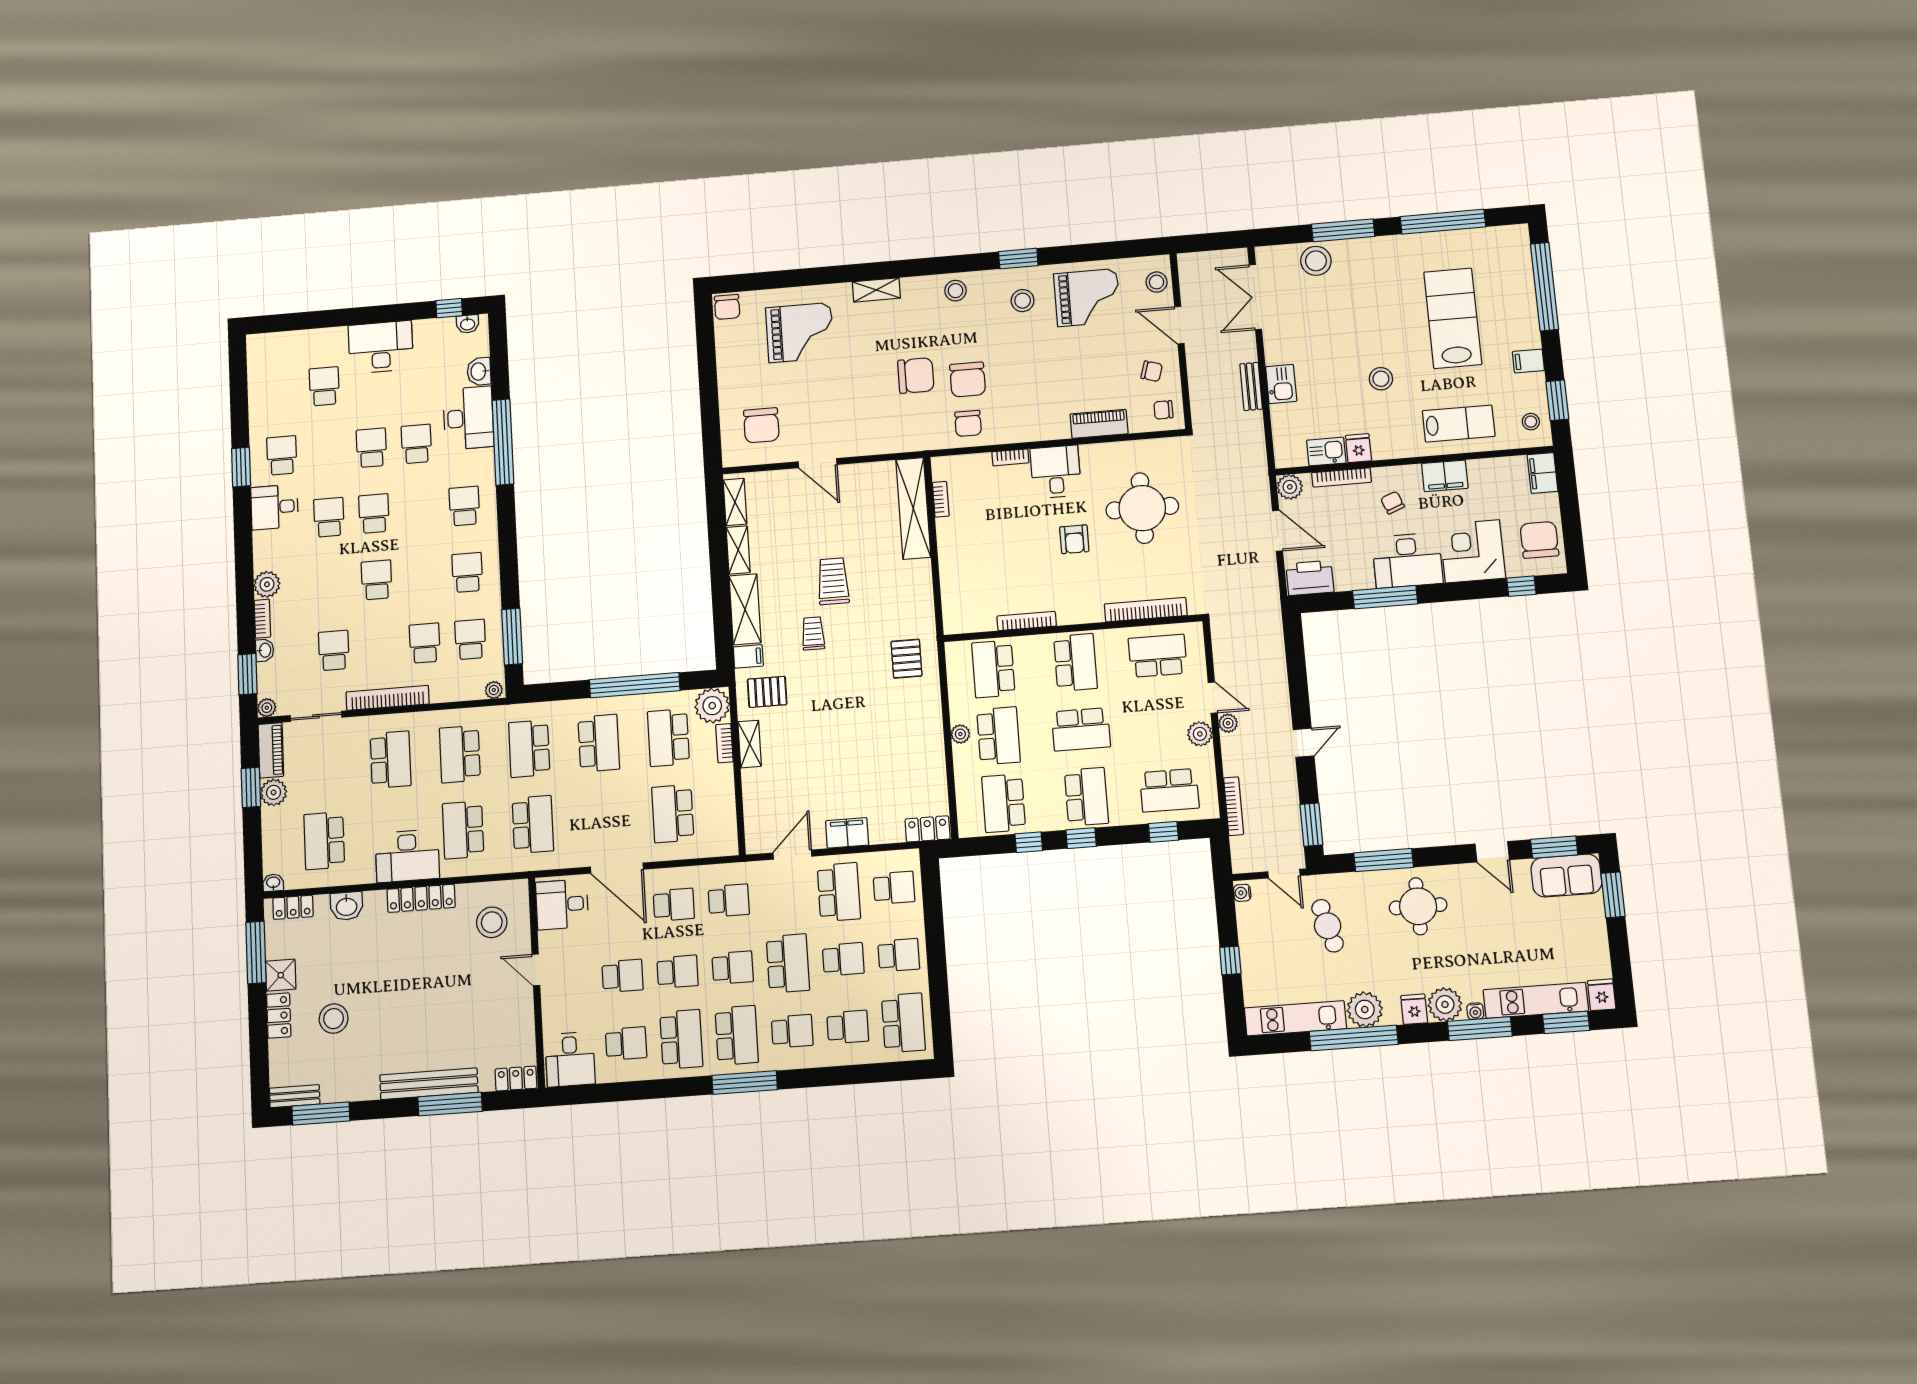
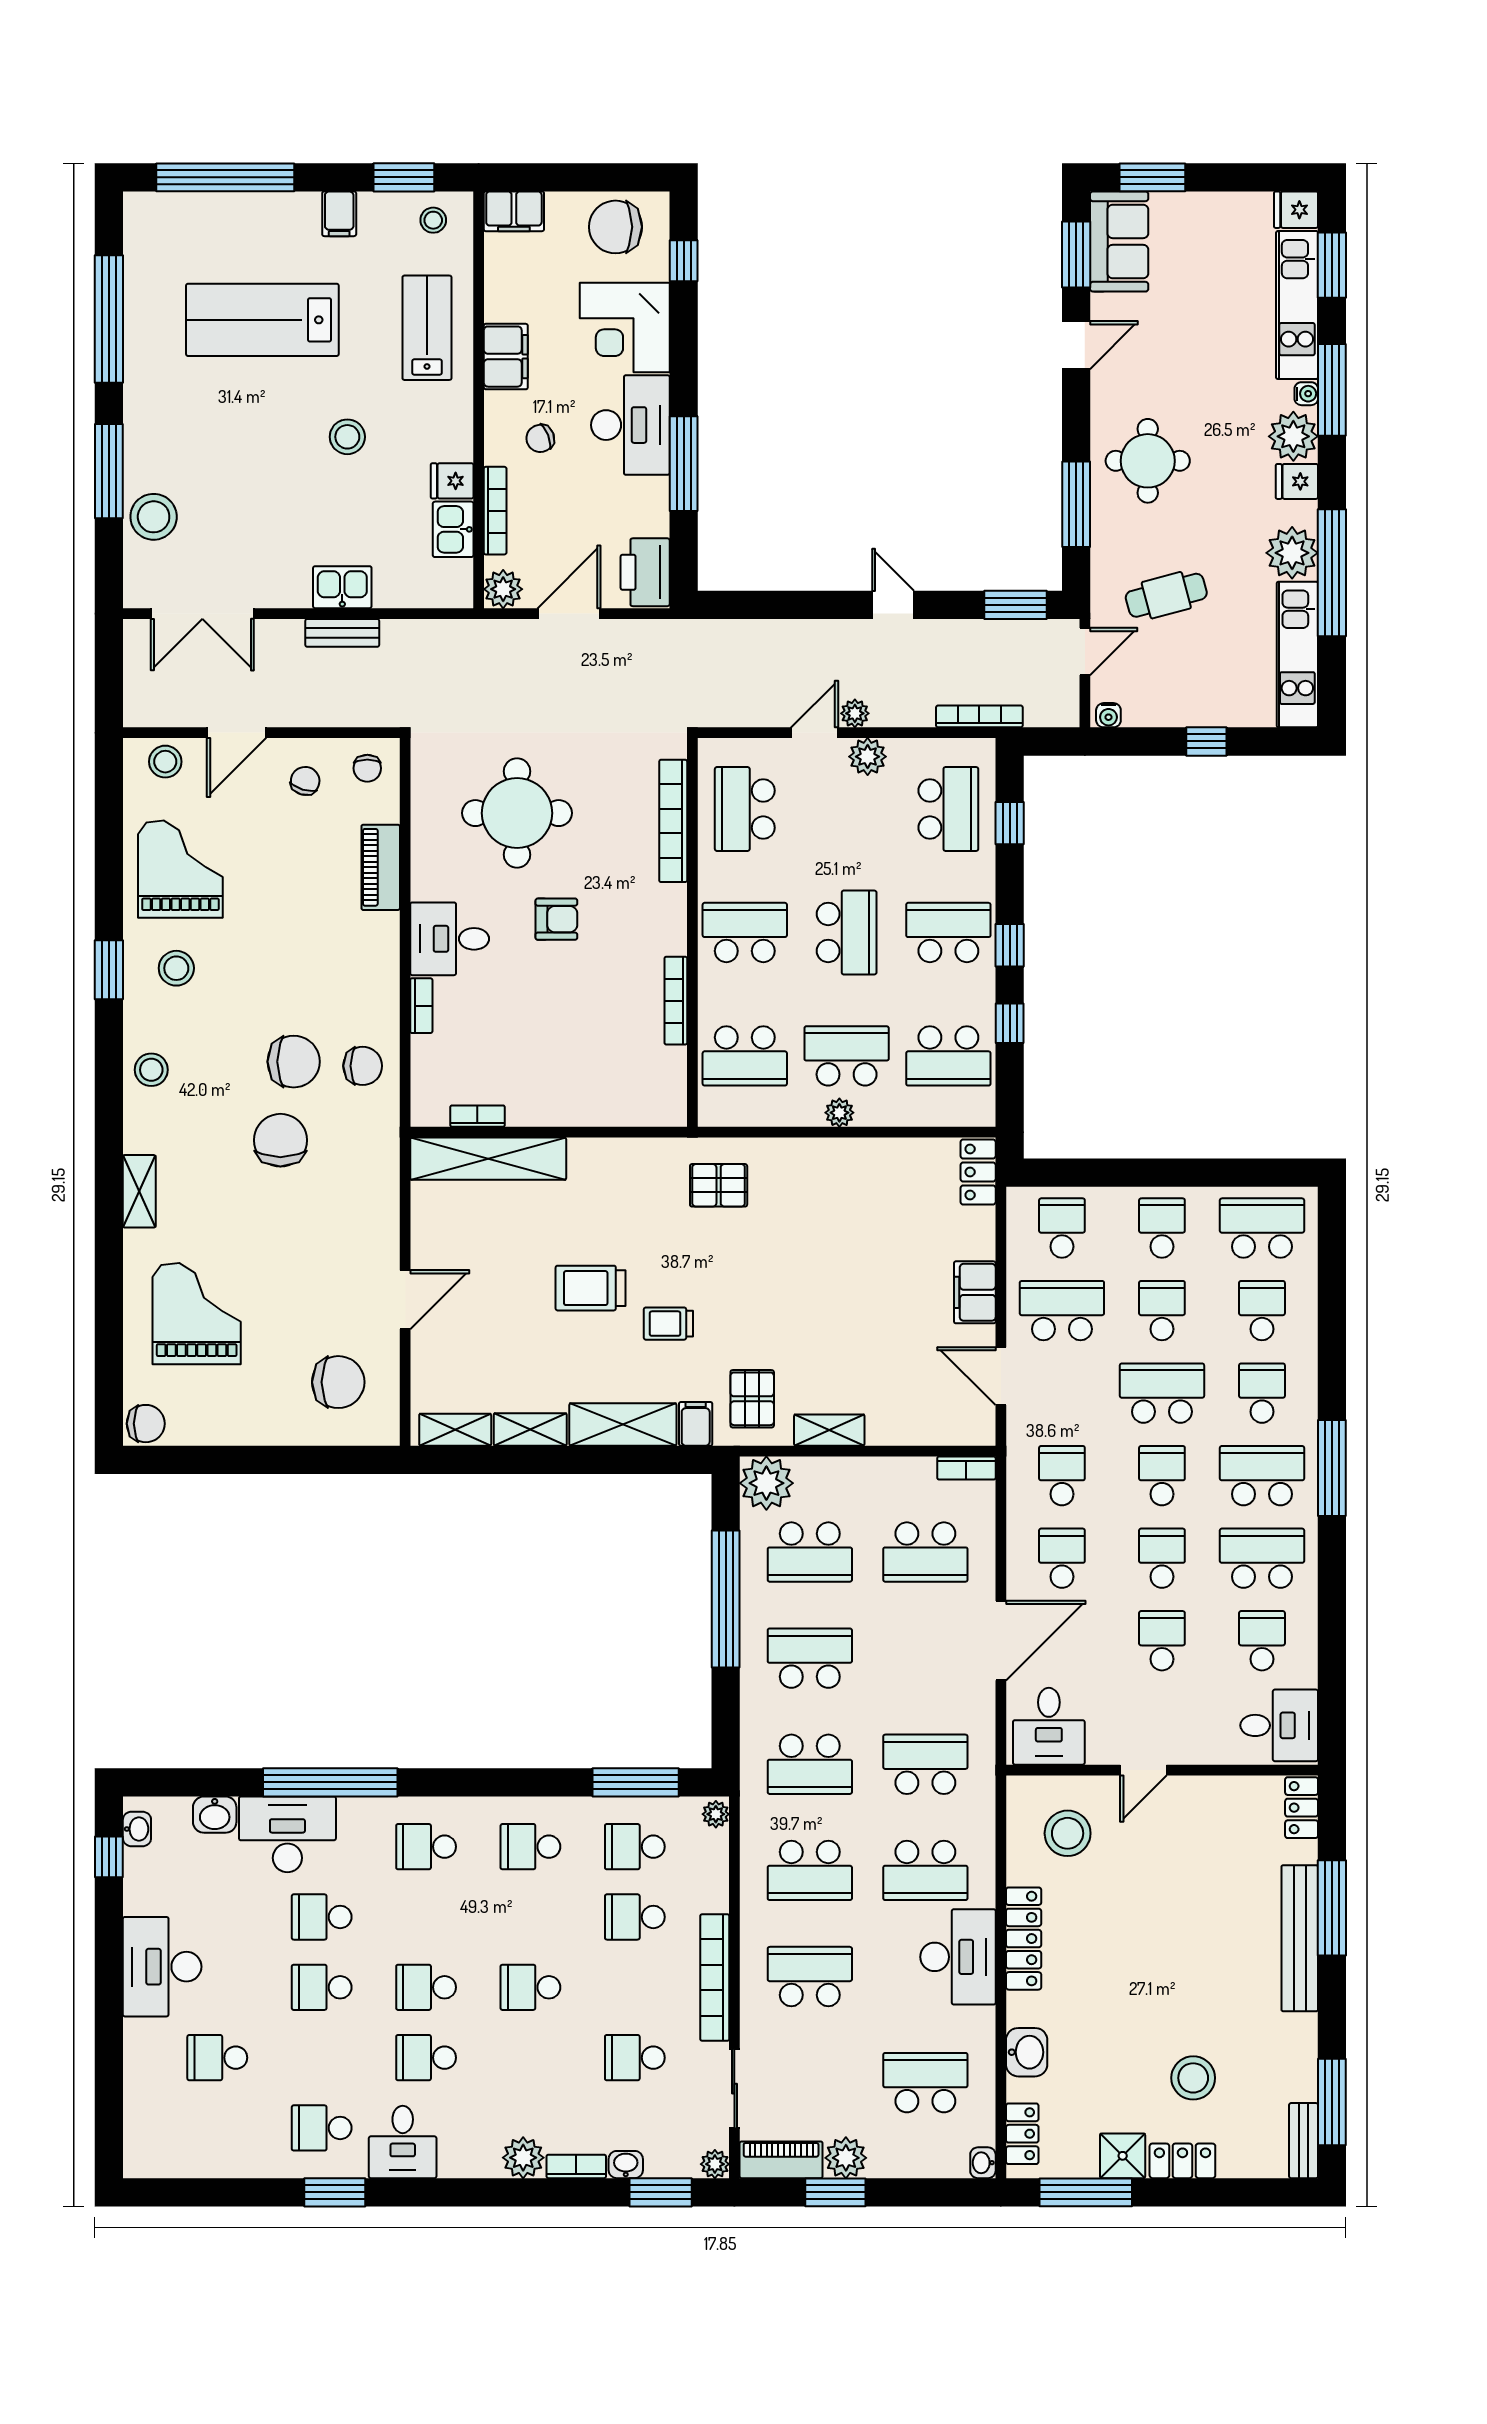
bookcase: (724, 743) -> (966, 1468), moved
school desk: (324, 841) -> (925, 2083), turned 180

